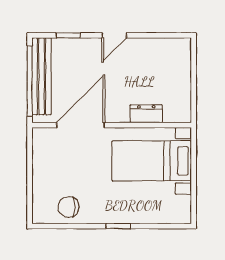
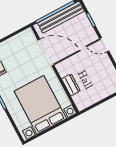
bed with nightstands: (152, 161) -> (40, 105), width x1.36

